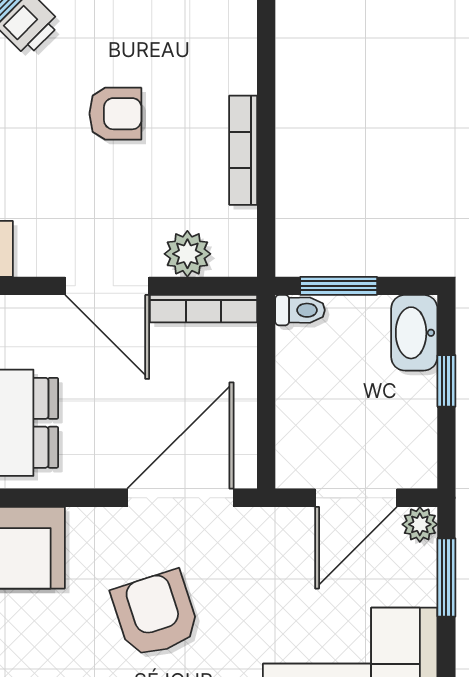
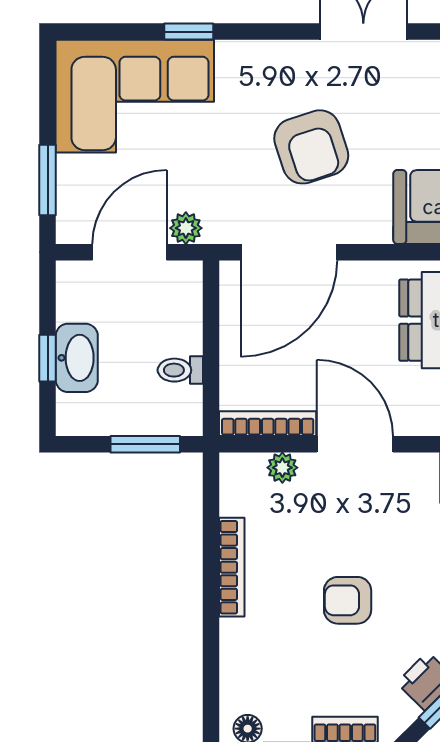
plant: (187, 254) -> (282, 468), width x0.73, depth x0.73
toilet: (300, 310) -> (180, 370), moved
washbasin: (414, 333) -> (77, 358), moved
plant: (420, 524) -> (186, 228), moved

